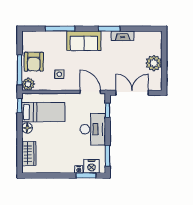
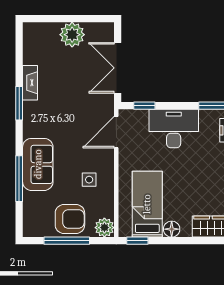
sofa: (84, 41) -> (38, 164), moved
window: (20, 70) -> (67, 241), moved

